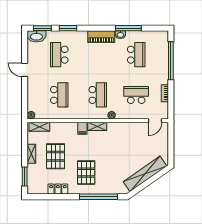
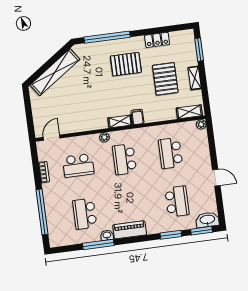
pallet: (86, 173) -> (126, 64), turned 90

